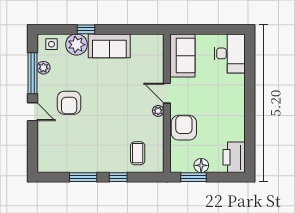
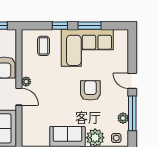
armchair: (69, 103) -> (90, 90), moved
corner sofa: (86, 151) -> (87, 48), added

